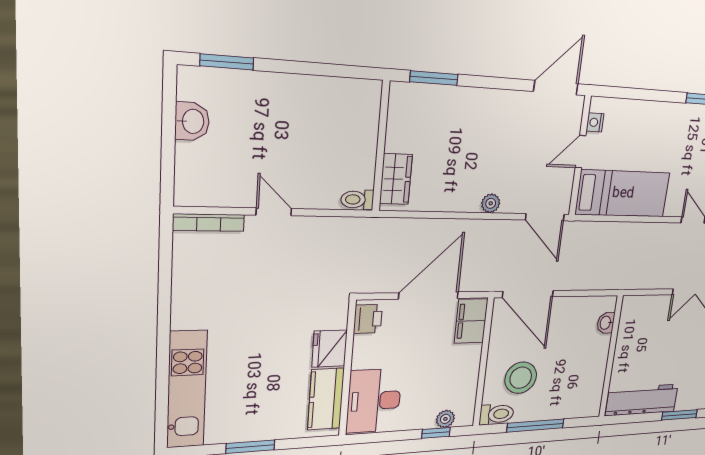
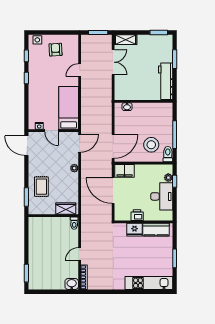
rug: (456, 119) -> (41, 187), added
washbasin: (192, 121) -> (72, 284), moved
printer: (368, 319) -> (137, 215), moved
desk: (374, 401) -> (162, 196), moved, turned -90

